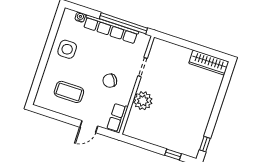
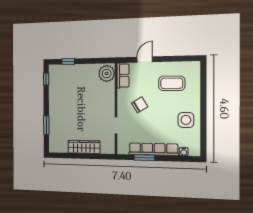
window: (123, 23) -> (144, 158), width x0.47
wardrobe: (209, 63) -> (84, 147), moved
window: (222, 93) -> (46, 125), added
plant: (143, 101) -> (107, 73), moved

